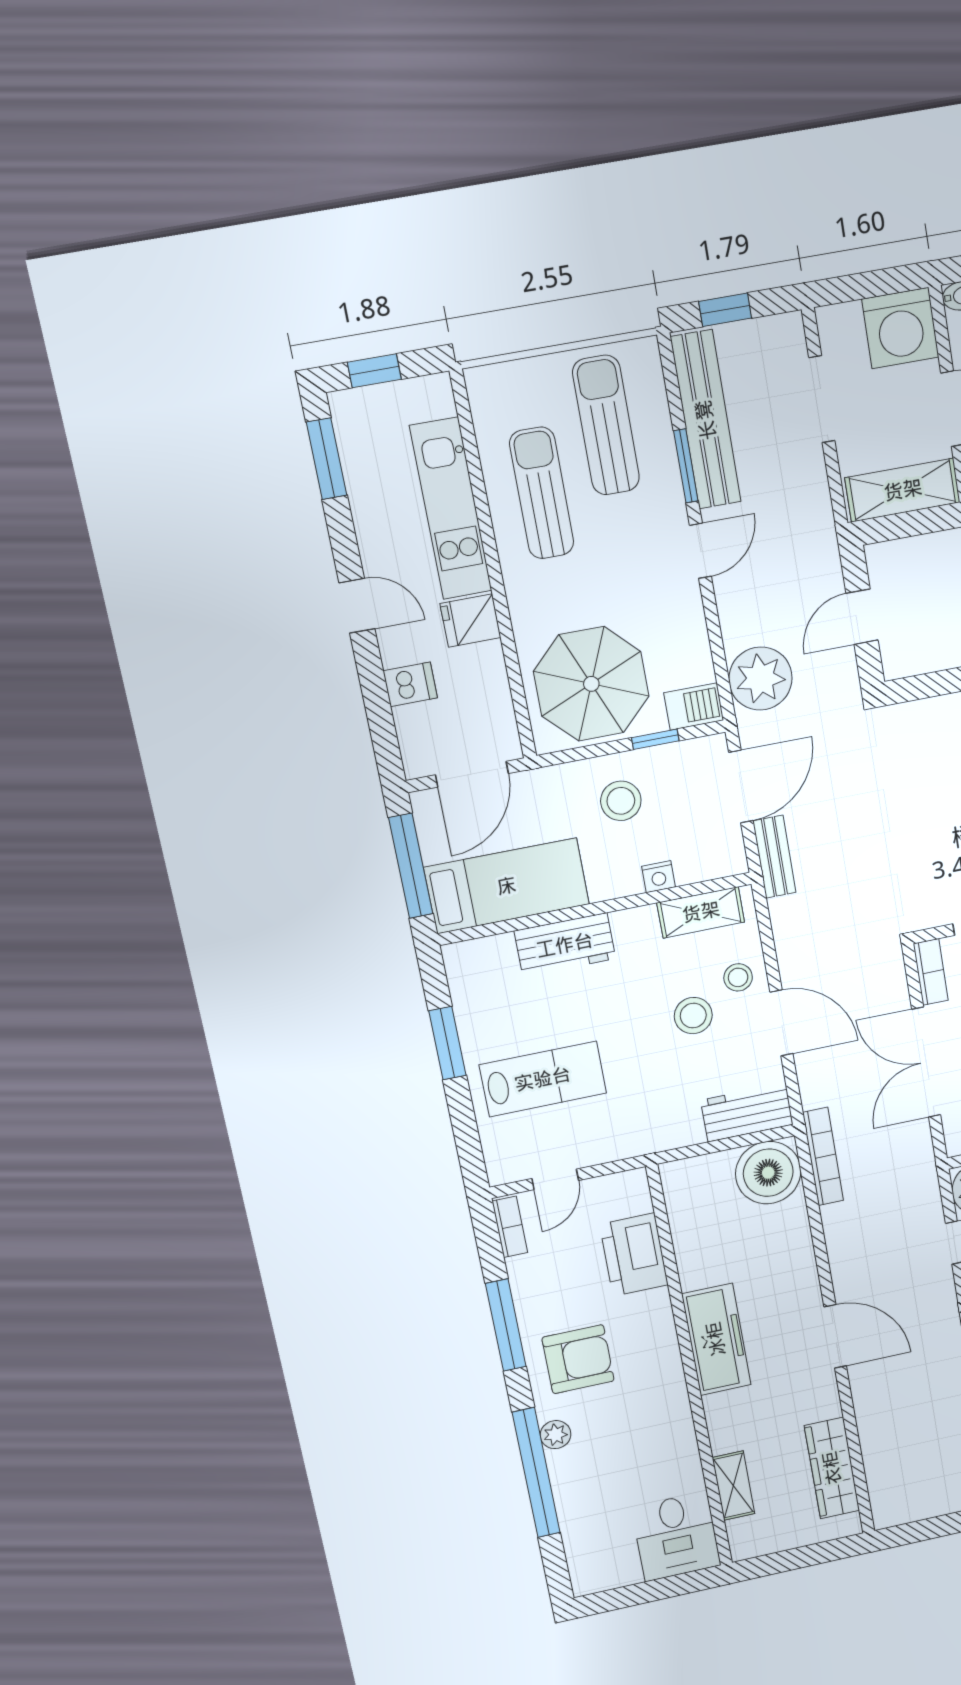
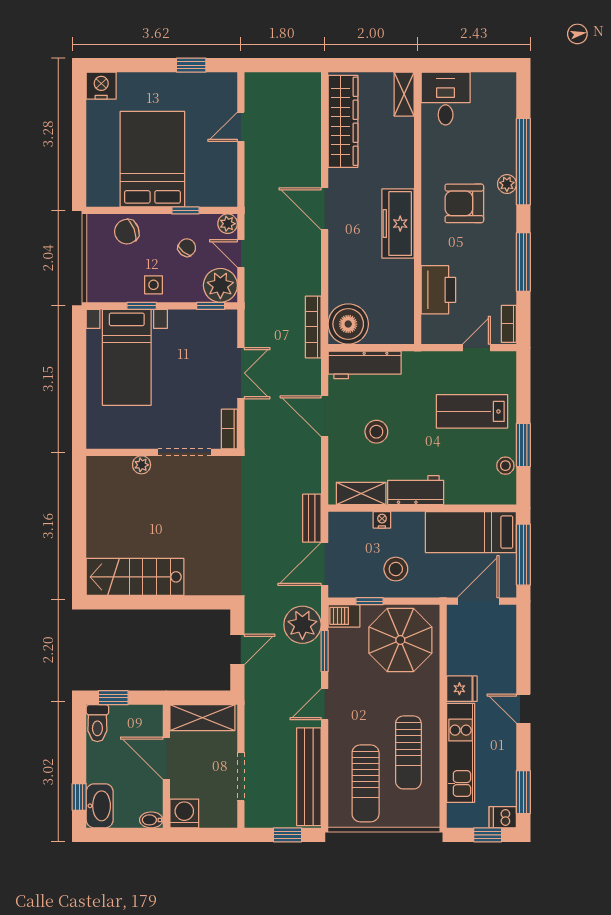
washing machine: (900, 328) -> (184, 813), width x0.73, depth x0.73
window: (686, 466) -> (325, 651), moved
dishwasher: (410, 684) -> (503, 817), moved
workbench: (565, 945) -> (416, 490), moved
stool: (738, 977) -> (505, 466), moved
double door: (926, 1062) -> (241, 373), width x0.73
workbench: (747, 1112) -> (365, 365), width x1.38
armchair: (578, 1359) -> (464, 203), moved
wardrobe: (832, 1468) -> (343, 121), width x1.40, depth x1.17
shelving: (733, 1486) -> (404, 94), moved

